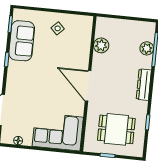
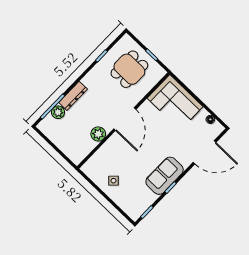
sofa: (22, 41) -> (165, 176), moved
plant: (101, 45) -> (98, 134), moved
dresser: (144, 85) -> (73, 96), moved
dining table: (116, 129) -> (129, 69), turned 90

